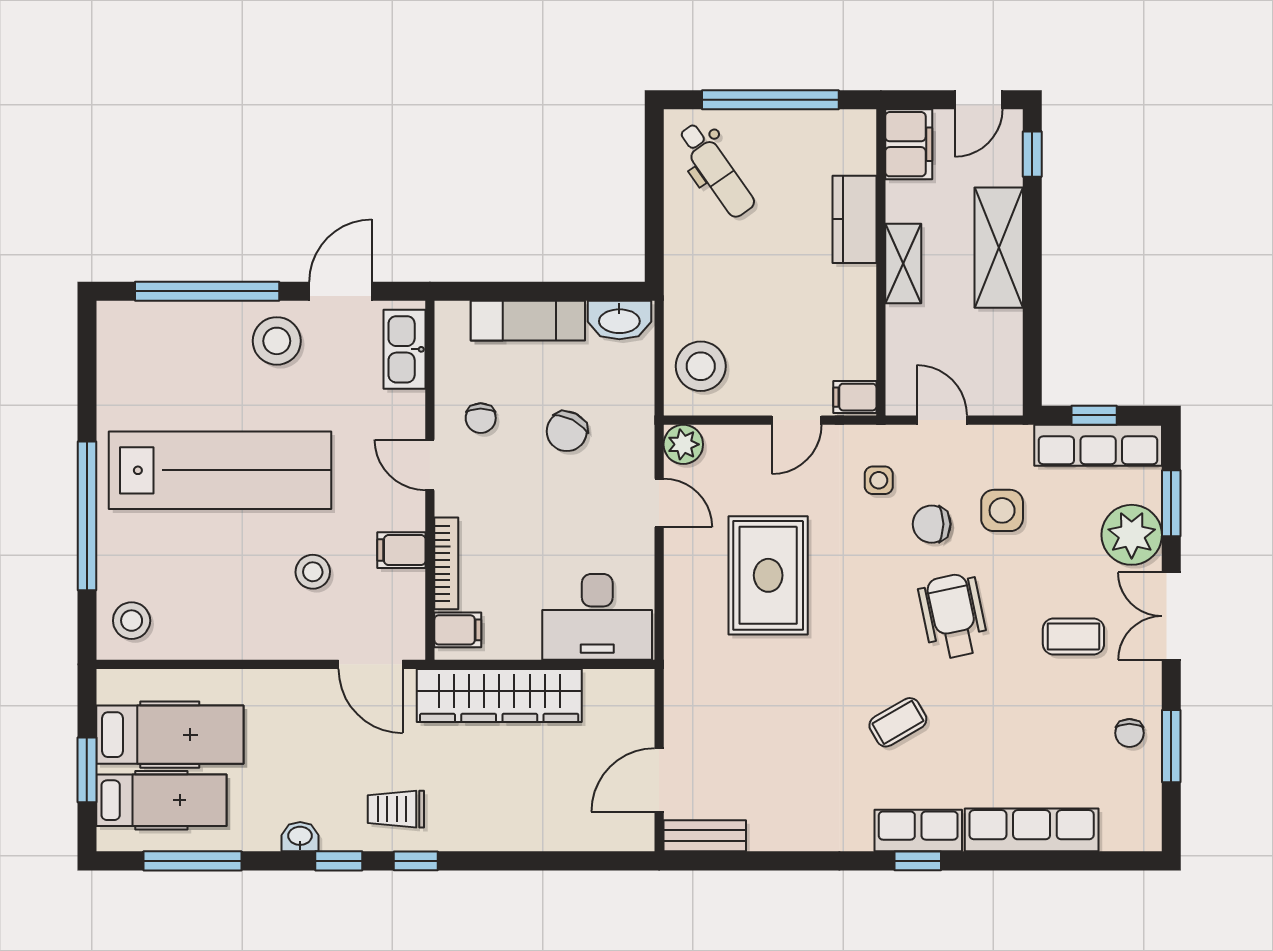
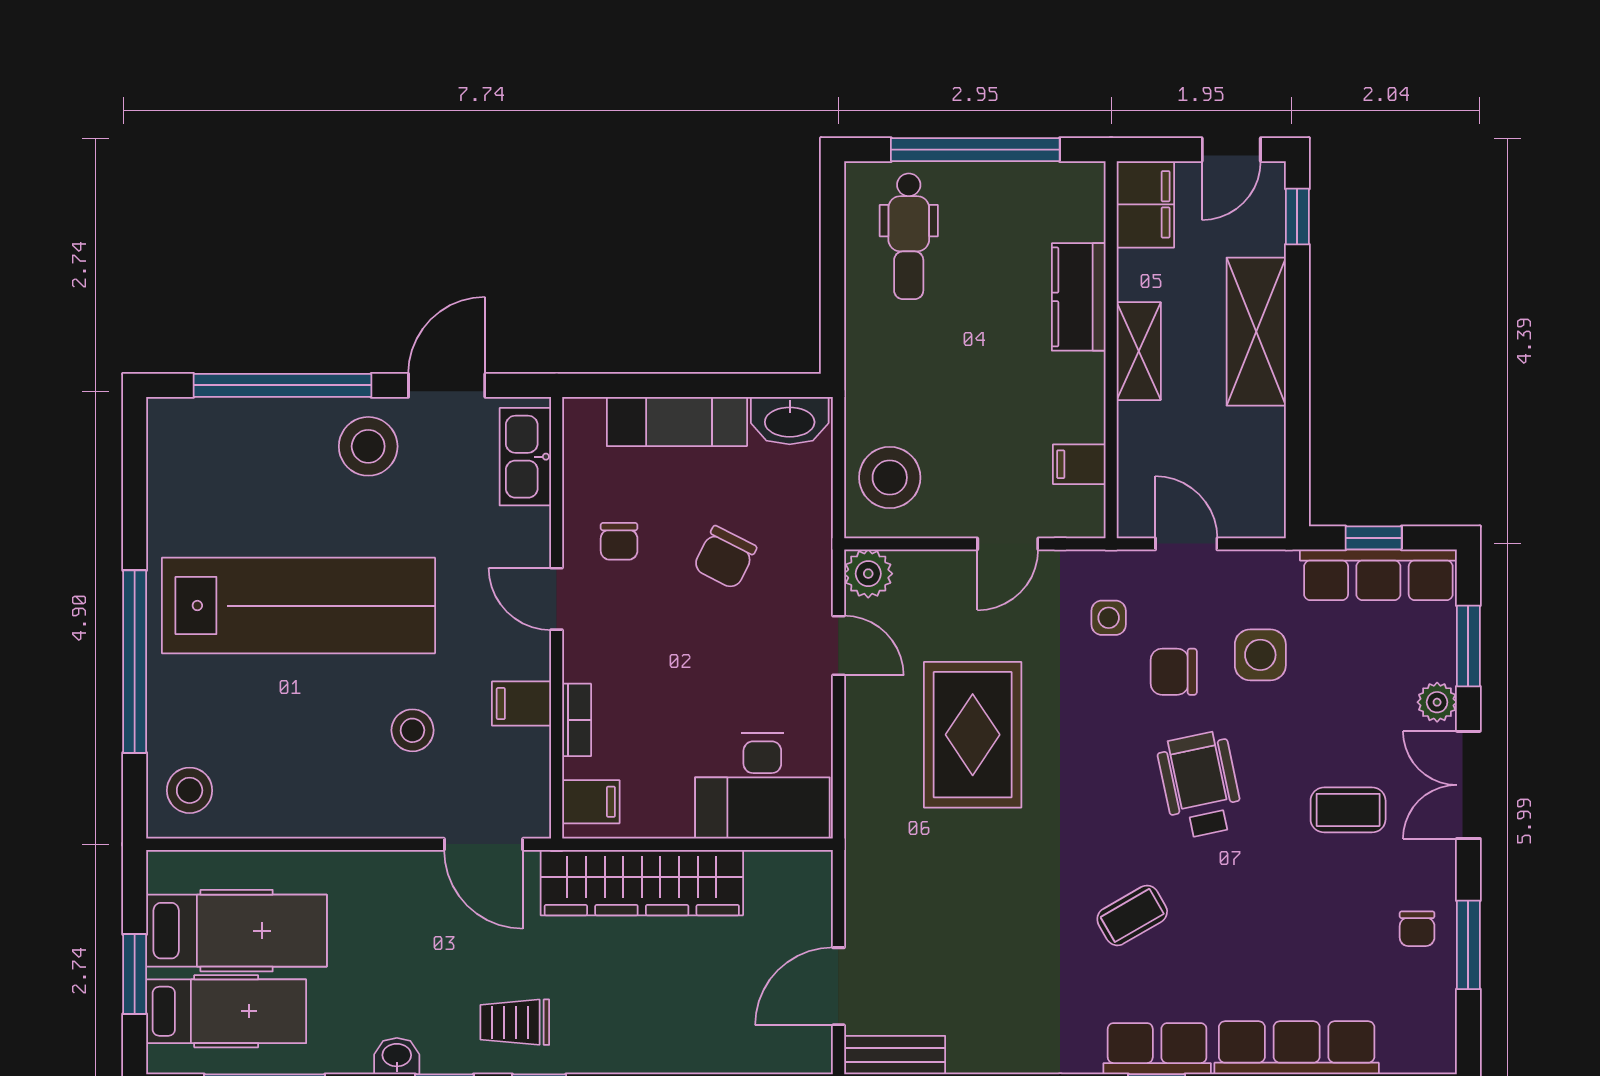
dental chair: (716, 170) -> (909, 236), turned 35
filing cabinet: (855, 397) -> (1079, 464), moved
plant: (1132, 535) -> (1437, 702), width x0.53, depth x0.53
bookcase: (446, 563) -> (577, 720), width x0.64

